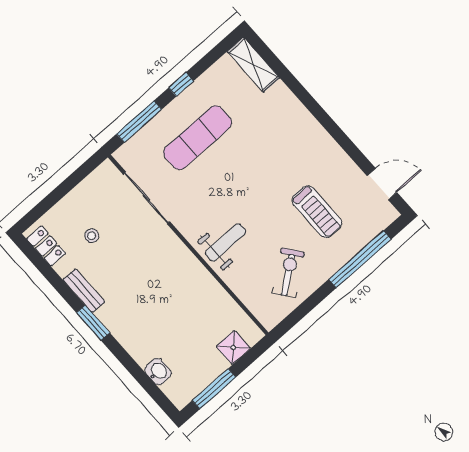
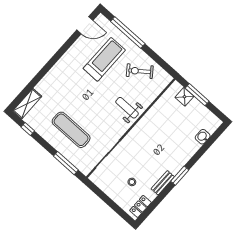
window: (181, 84) -> (28, 129), moved
door: (382, 184) -> (85, 25), swing flipped
treadmill: (317, 212) -> (104, 59), width x1.37, depth x1.38
window: (214, 389) -> (197, 95), moved

